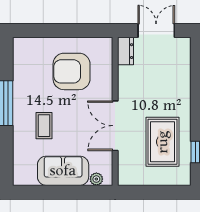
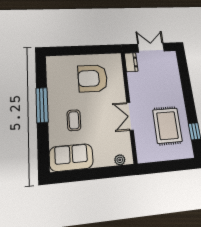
double door: (115, 126) -> (130, 116), width x0.73
sofa: (63, 171) -> (71, 157), moved

